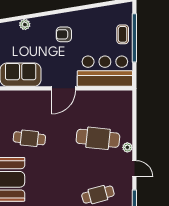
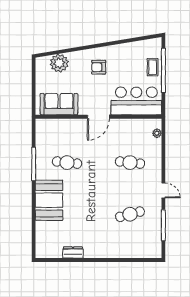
plant: (25, 25) -> (59, 63), width x1.88, depth x1.88
cafe table: (98, 138) -> (130, 163), width x0.73, depth x0.74
plant: (127, 147) -> (157, 133), moved

